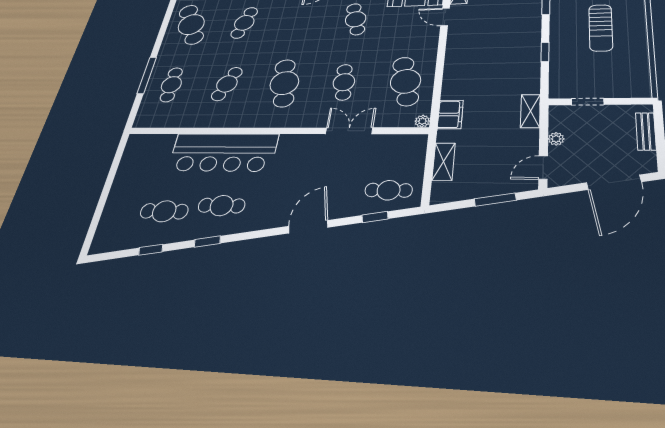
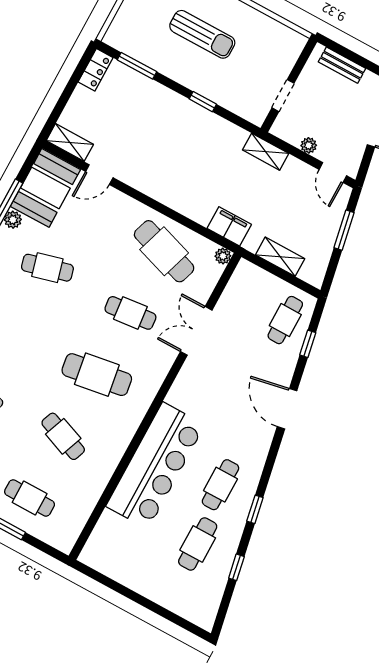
cafe table: (405, 81) -> (164, 251), turned 30

